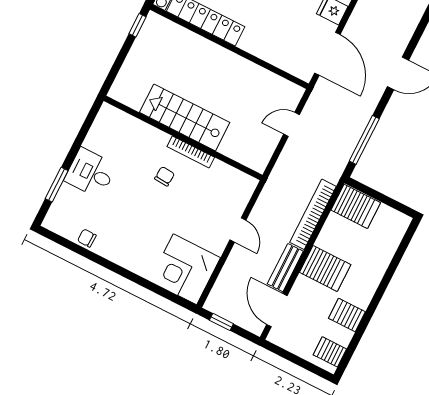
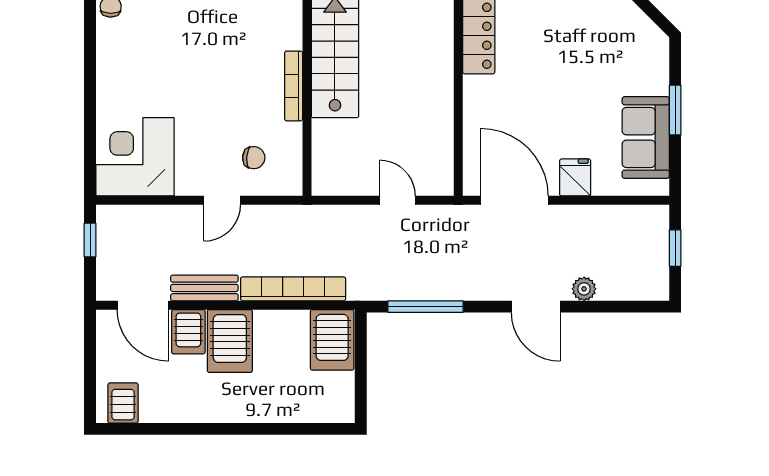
plant: (402, 39) -> (584, 289), added
door: (327, 54) -> (514, 200), swing flipped
chair: (165, 176) -> (254, 158), moved
door: (277, 310) -> (143, 305), swing flipped
server rack: (347, 315) -> (188, 332), moved, turned 180

